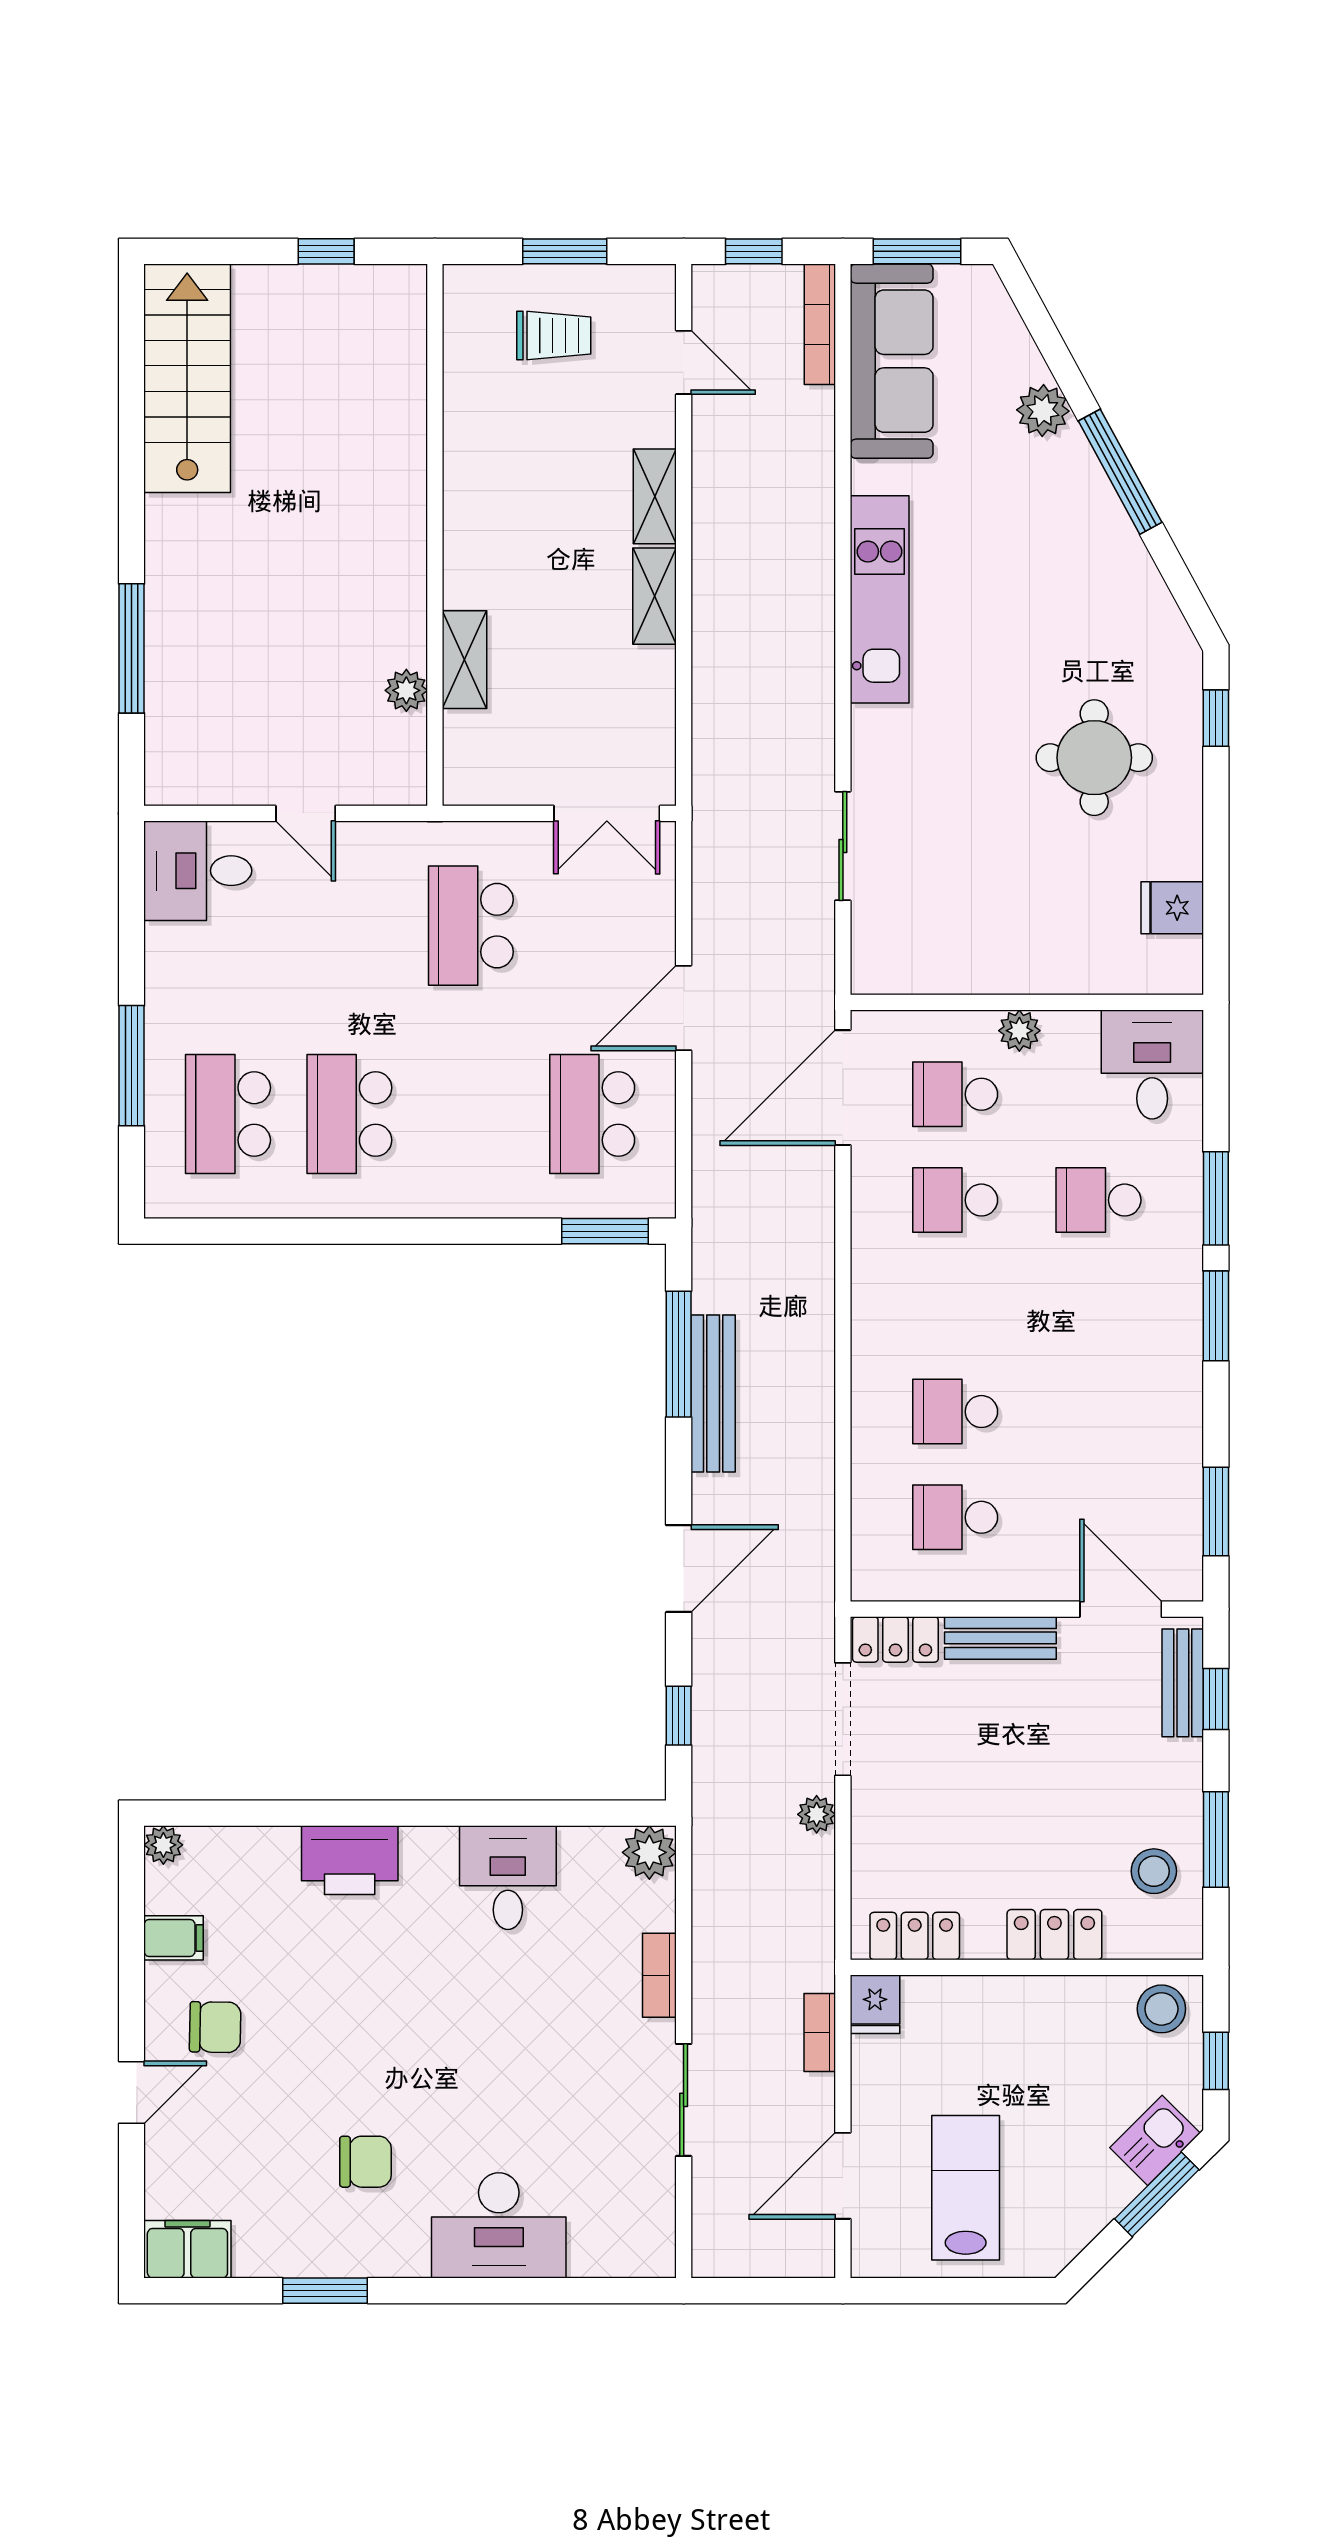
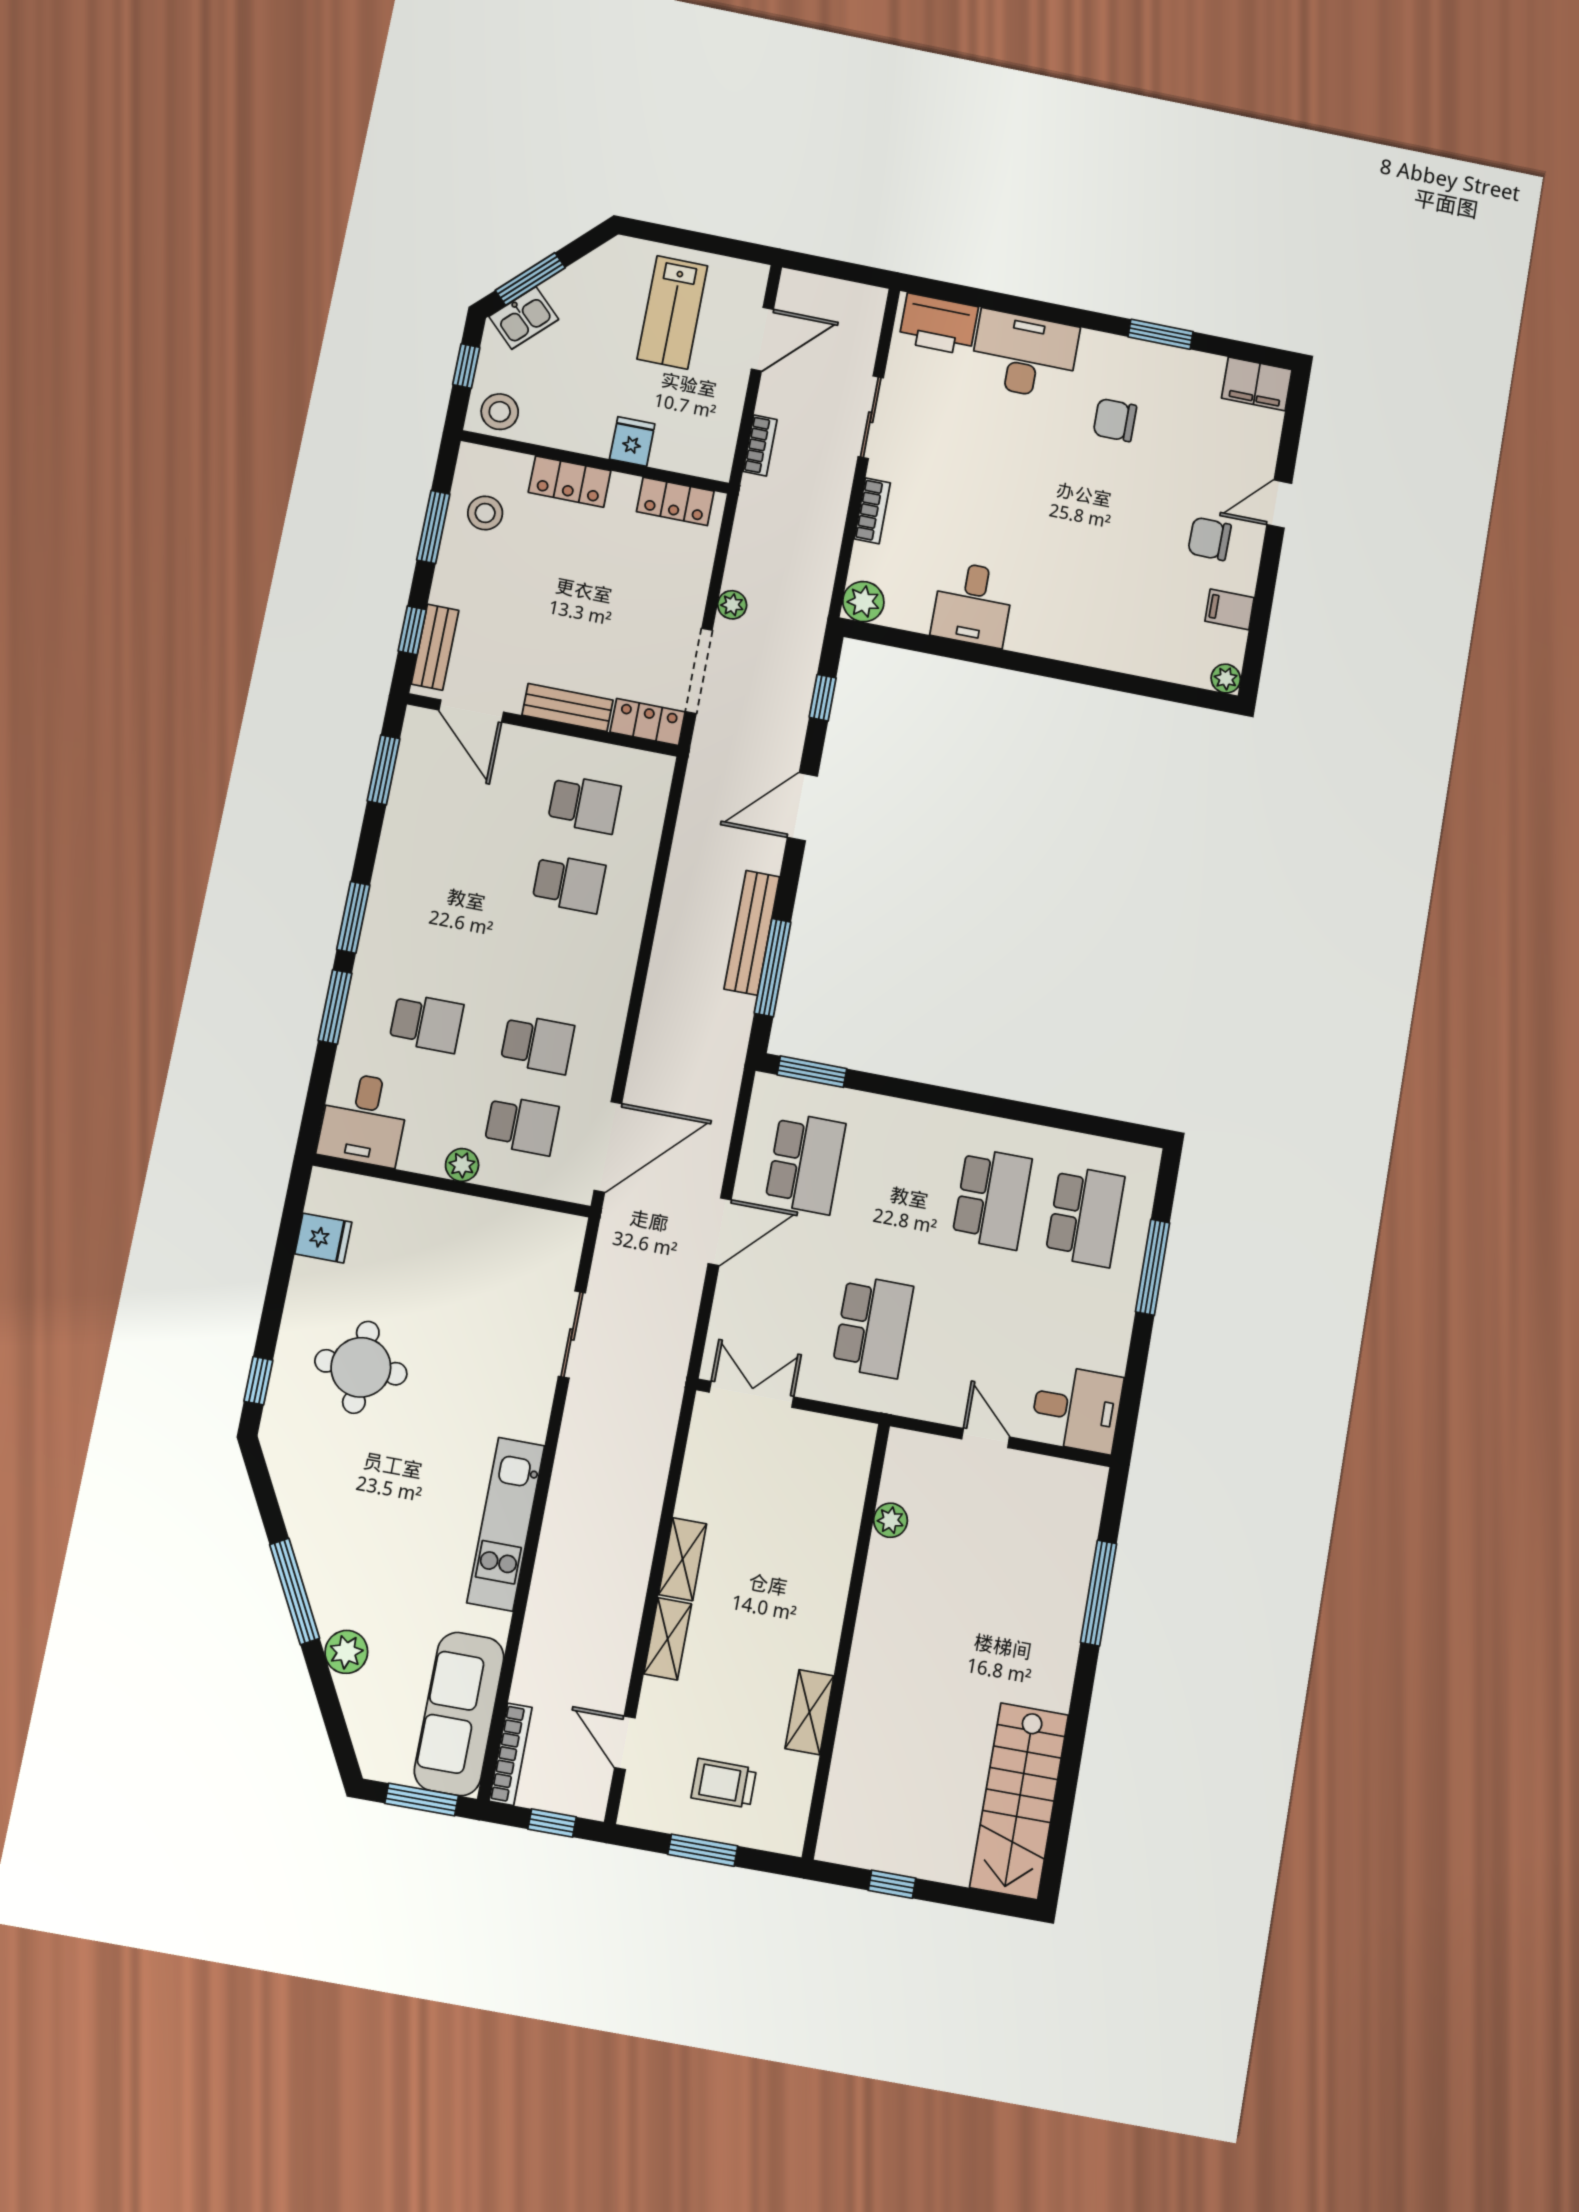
shelving: (465, 660) -> (809, 1712), moved
printer: (350, 1860) -> (938, 324), moved, turned 180
fridge: (875, 2004) -> (632, 442), moved

